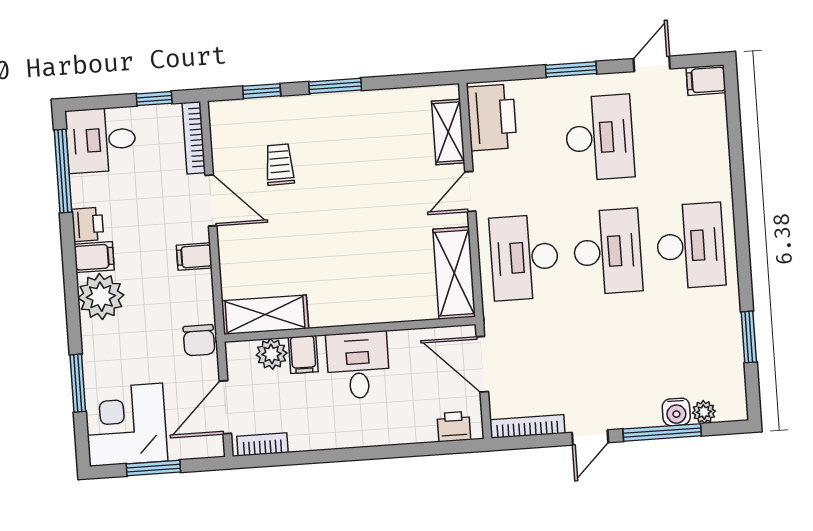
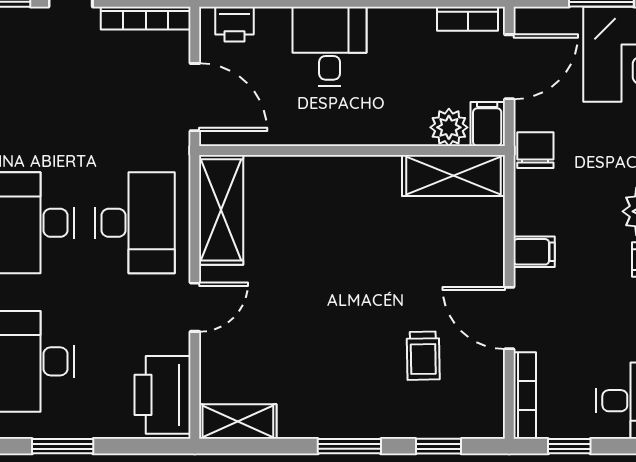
shelving: (448, 132) -> (238, 422), moved, turned 90
filing cabinet: (303, 355) -> (487, 124), moved
desk: (358, 365) -> (330, 46), moved, turned 180

